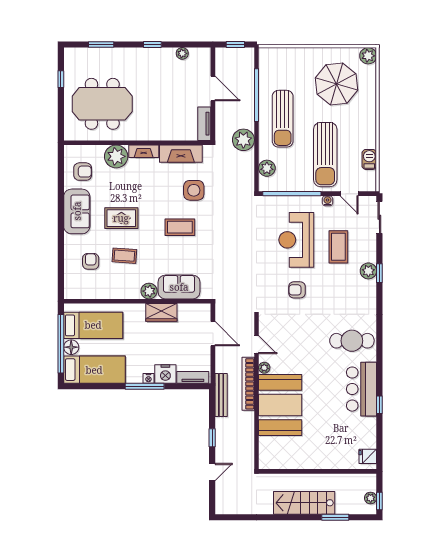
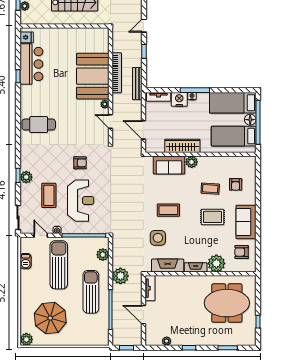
wardrobe: (161, 312) -> (182, 146), width x1.50
bookcase: (248, 384) -> (117, 73), moved
bar counter: (362, 389) -> (31, 64), moved

